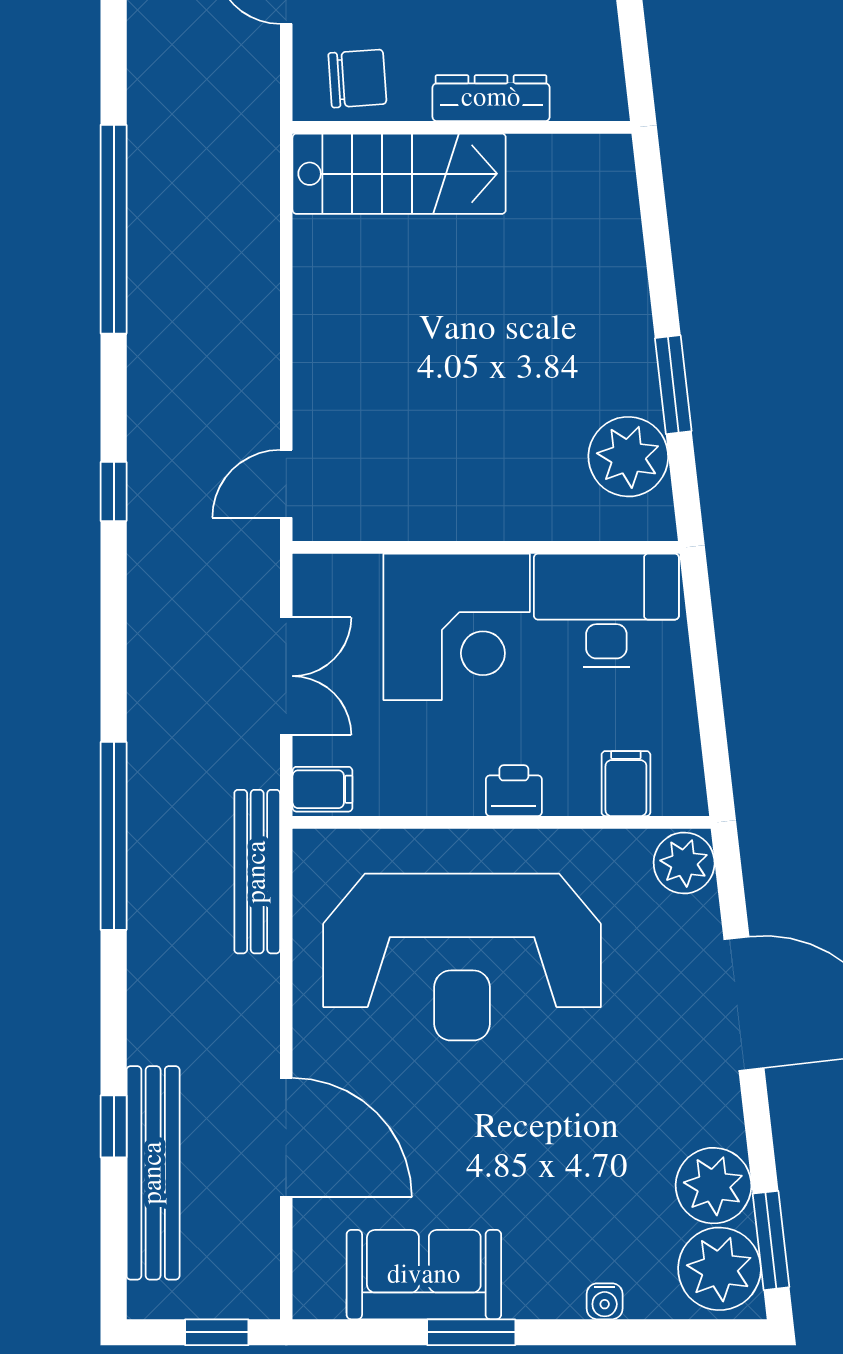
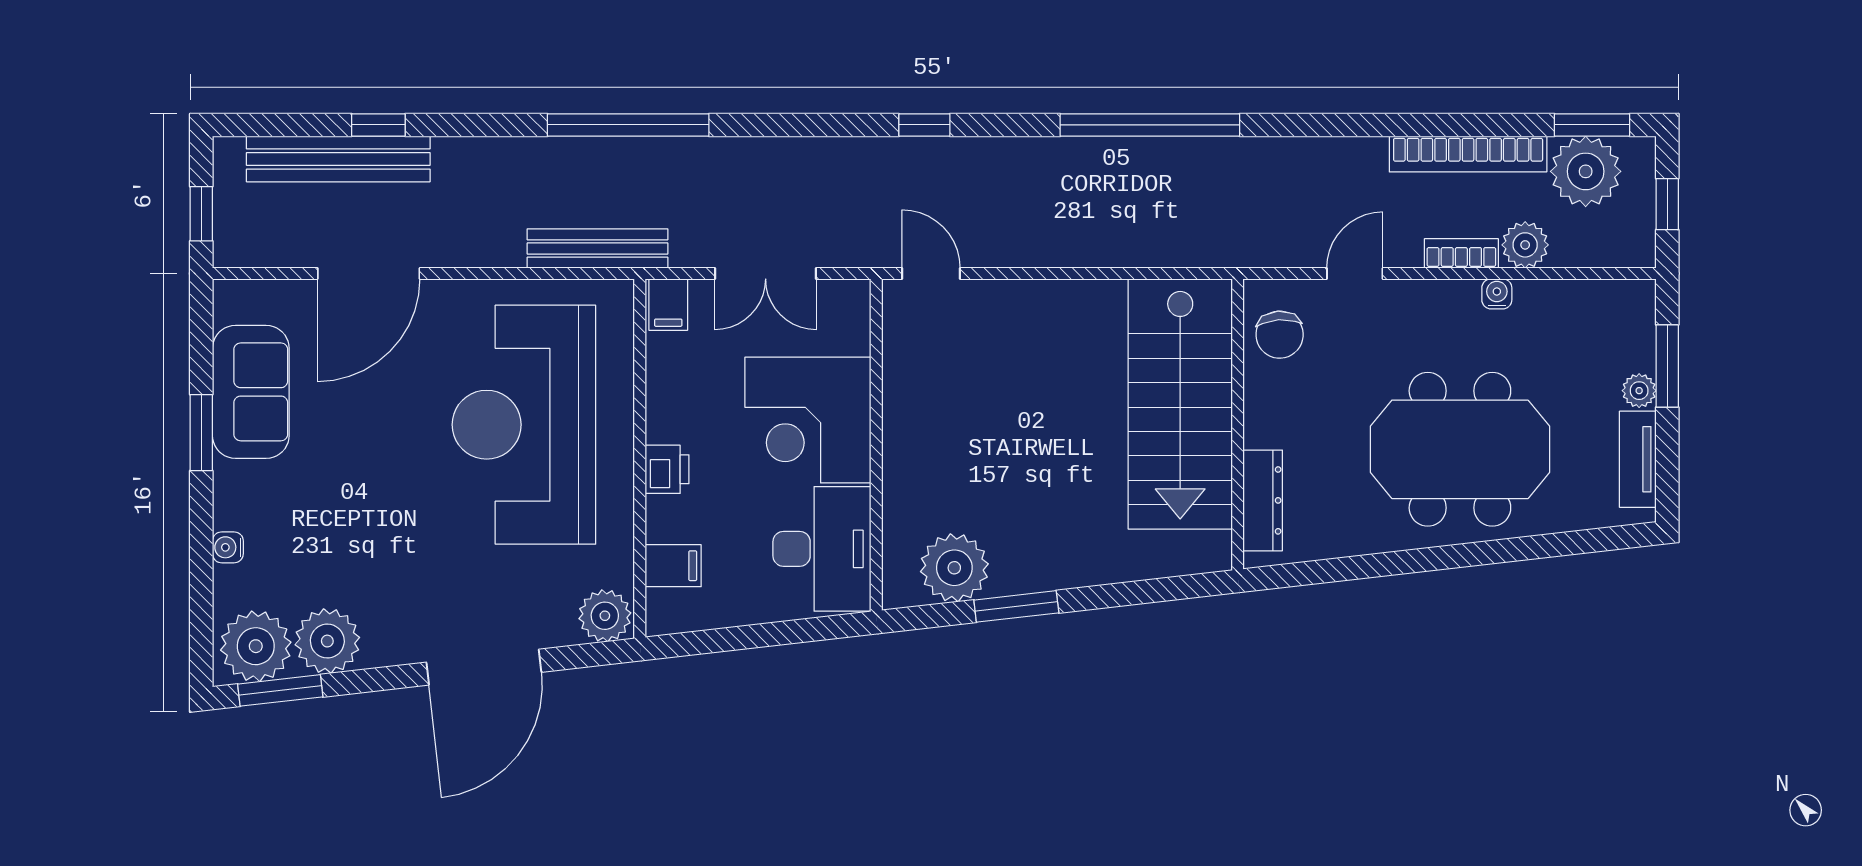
dresser: (491, 98) -> (1263, 500), moved
stairs: (399, 174) -> (1180, 404), width x1.36, depth x1.51

